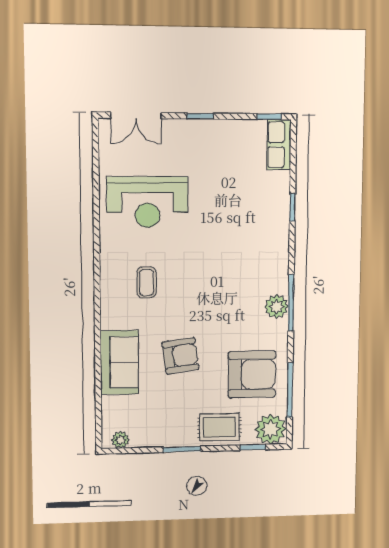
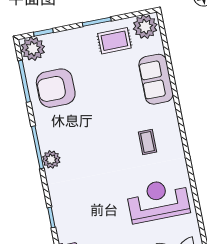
plant: (277, 307) -> (51, 159), moved
armchair: (180, 356) -> (112, 92), removed
rug: (220, 427) -> (114, 41), moved
plant: (120, 440) -> (145, 27), width x1.87, depth x1.87

